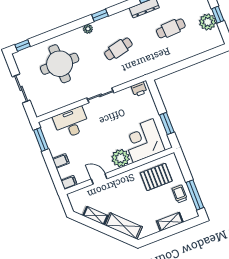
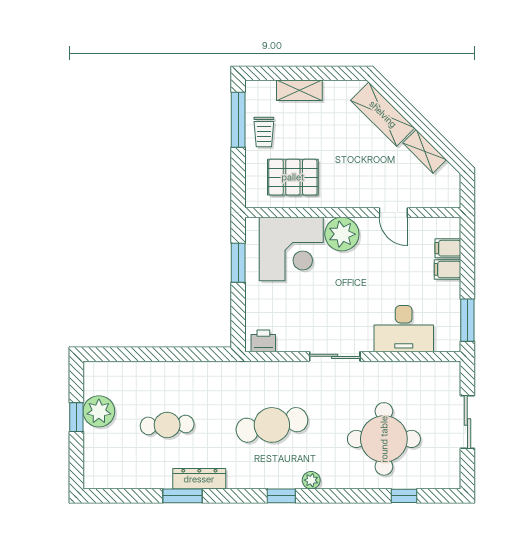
window: (23, 45) -> (404, 496), moved
cafe table: (118, 49) -> (272, 425), width x1.37, depth x1.35
filing cabinet: (69, 182) -> (448, 248), moved

